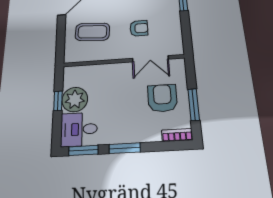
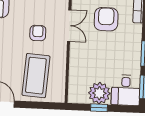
coffee table: (92, 32) -> (36, 76), width x1.36, depth x1.32
armchair: (162, 98) -> (106, 19), turned 90

